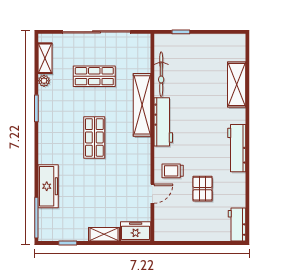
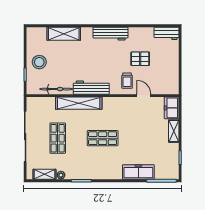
stool: (198, 51) -> (39, 62), added

